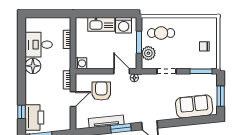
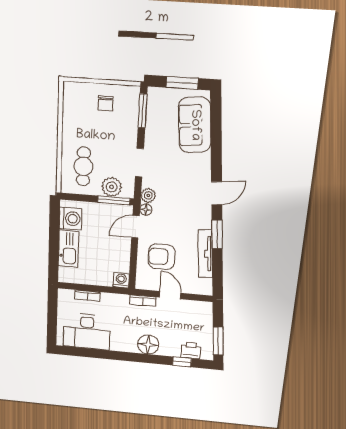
window: (139, 42) -> (114, 200), moved
desk: (39, 45) -> (87, 331), width x1.37
floor lamp: (33, 66) -> (148, 345), moved
plant: (144, 79) -> (148, 195), added
printer: (34, 118) -> (191, 351), width x0.53, depth x0.68

